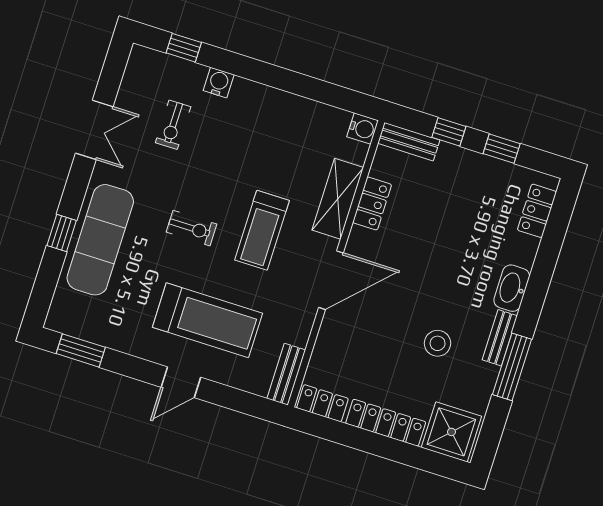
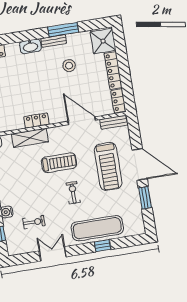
locker: (372, 204) -> (36, 121), moved
door: (331, 280) -> (82, 121), moved
treadmill: (207, 320) -> (108, 166), turned 180
window: (81, 350) -> (145, 198), moved
door: (181, 382) -> (140, 164), width x1.87

